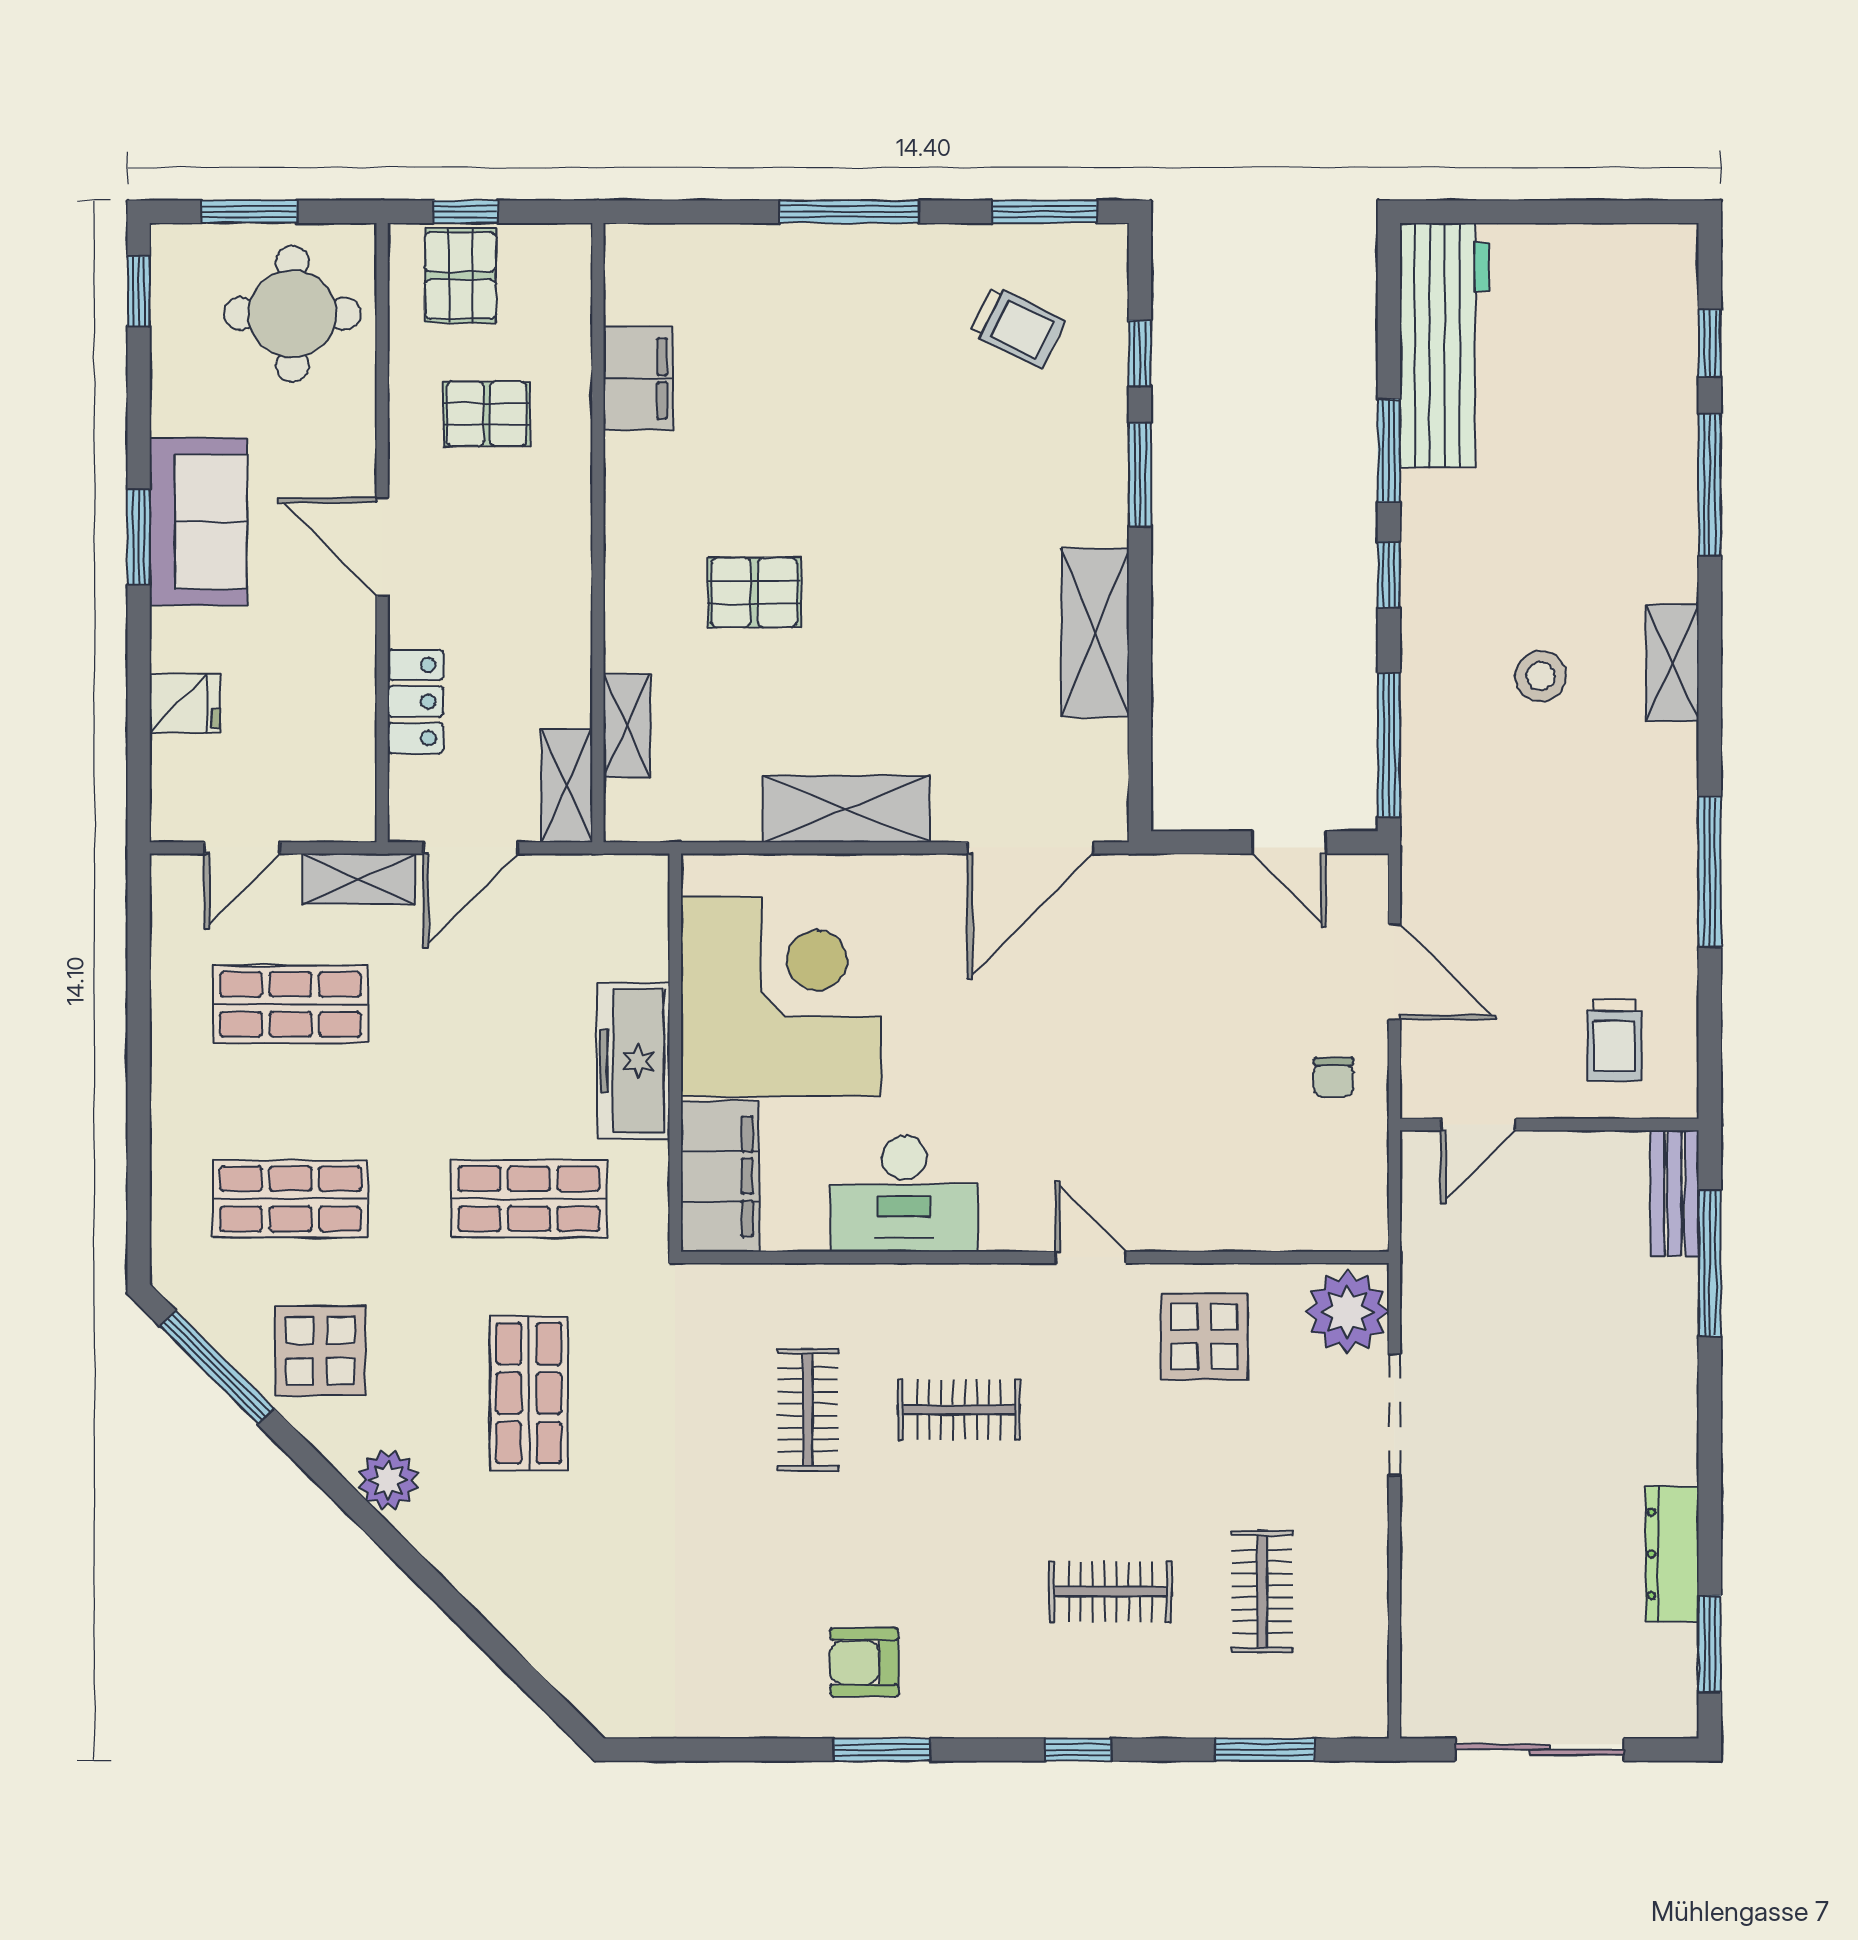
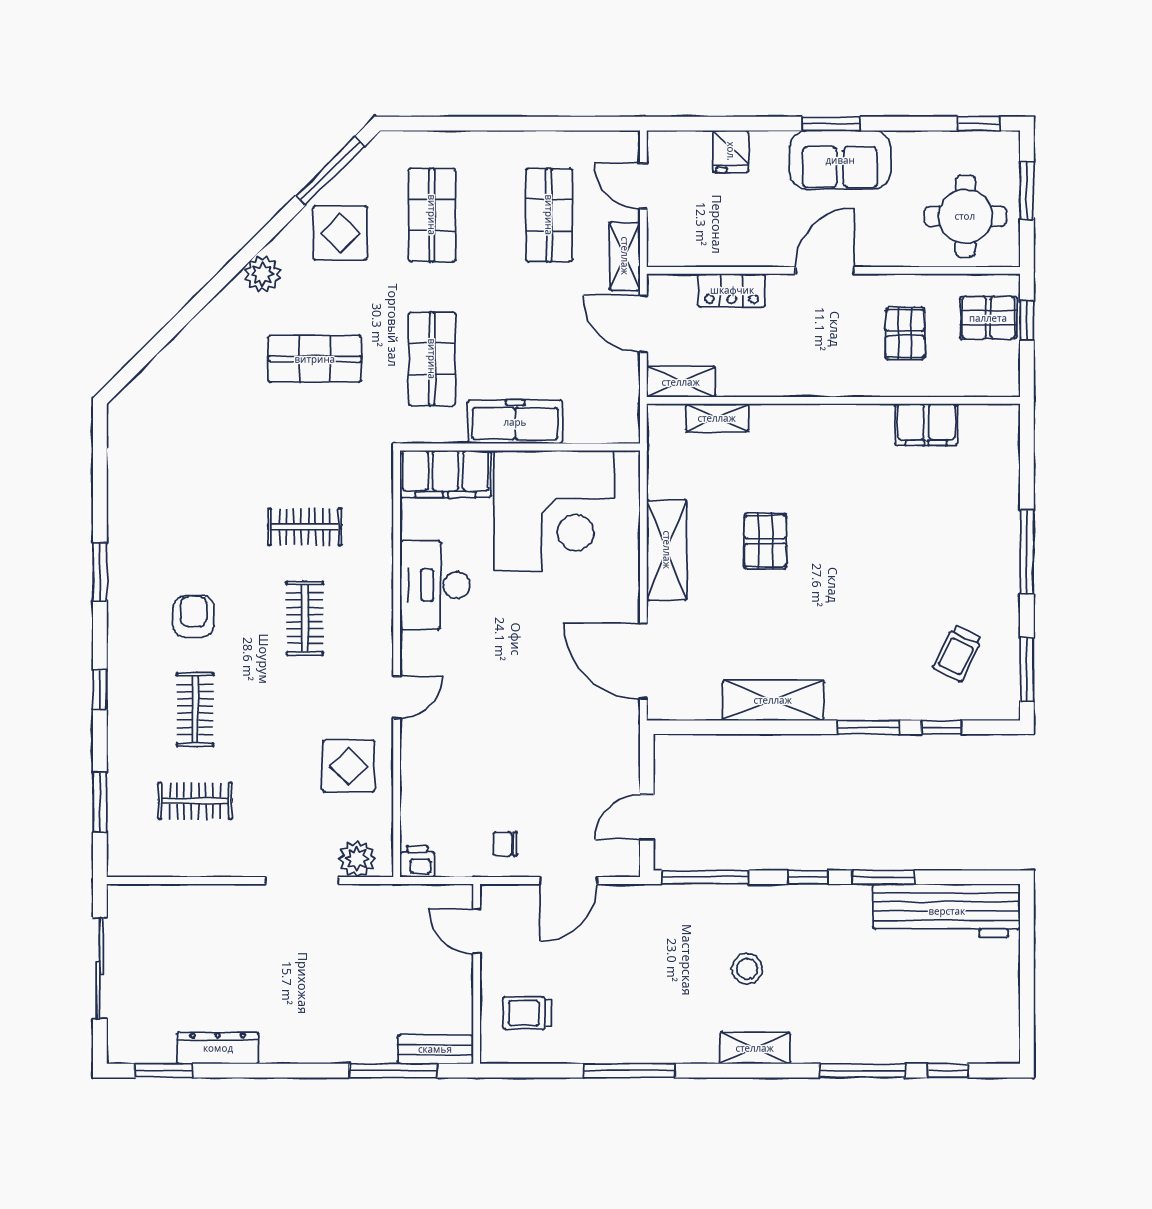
pallet: (754, 592) -> (765, 541), moved
printer: (1363, 1223) -> (417, 861), added
plant: (1347, 1312) -> (357, 859), width x0.73, depth x0.73
armchair: (864, 1662) -> (194, 616), moved

